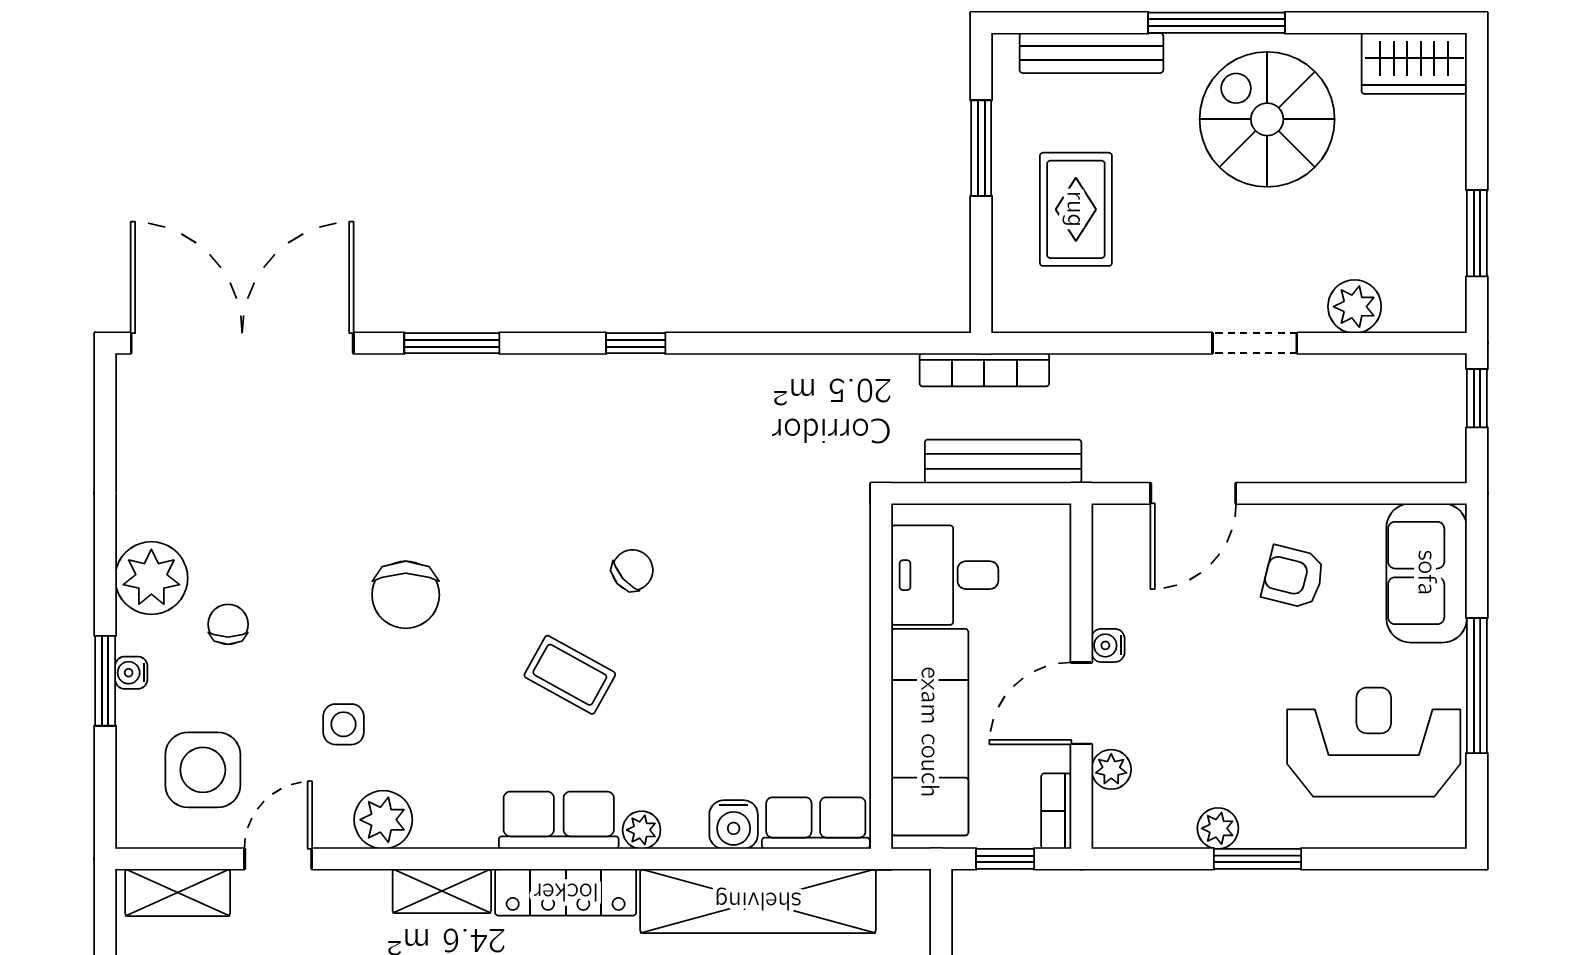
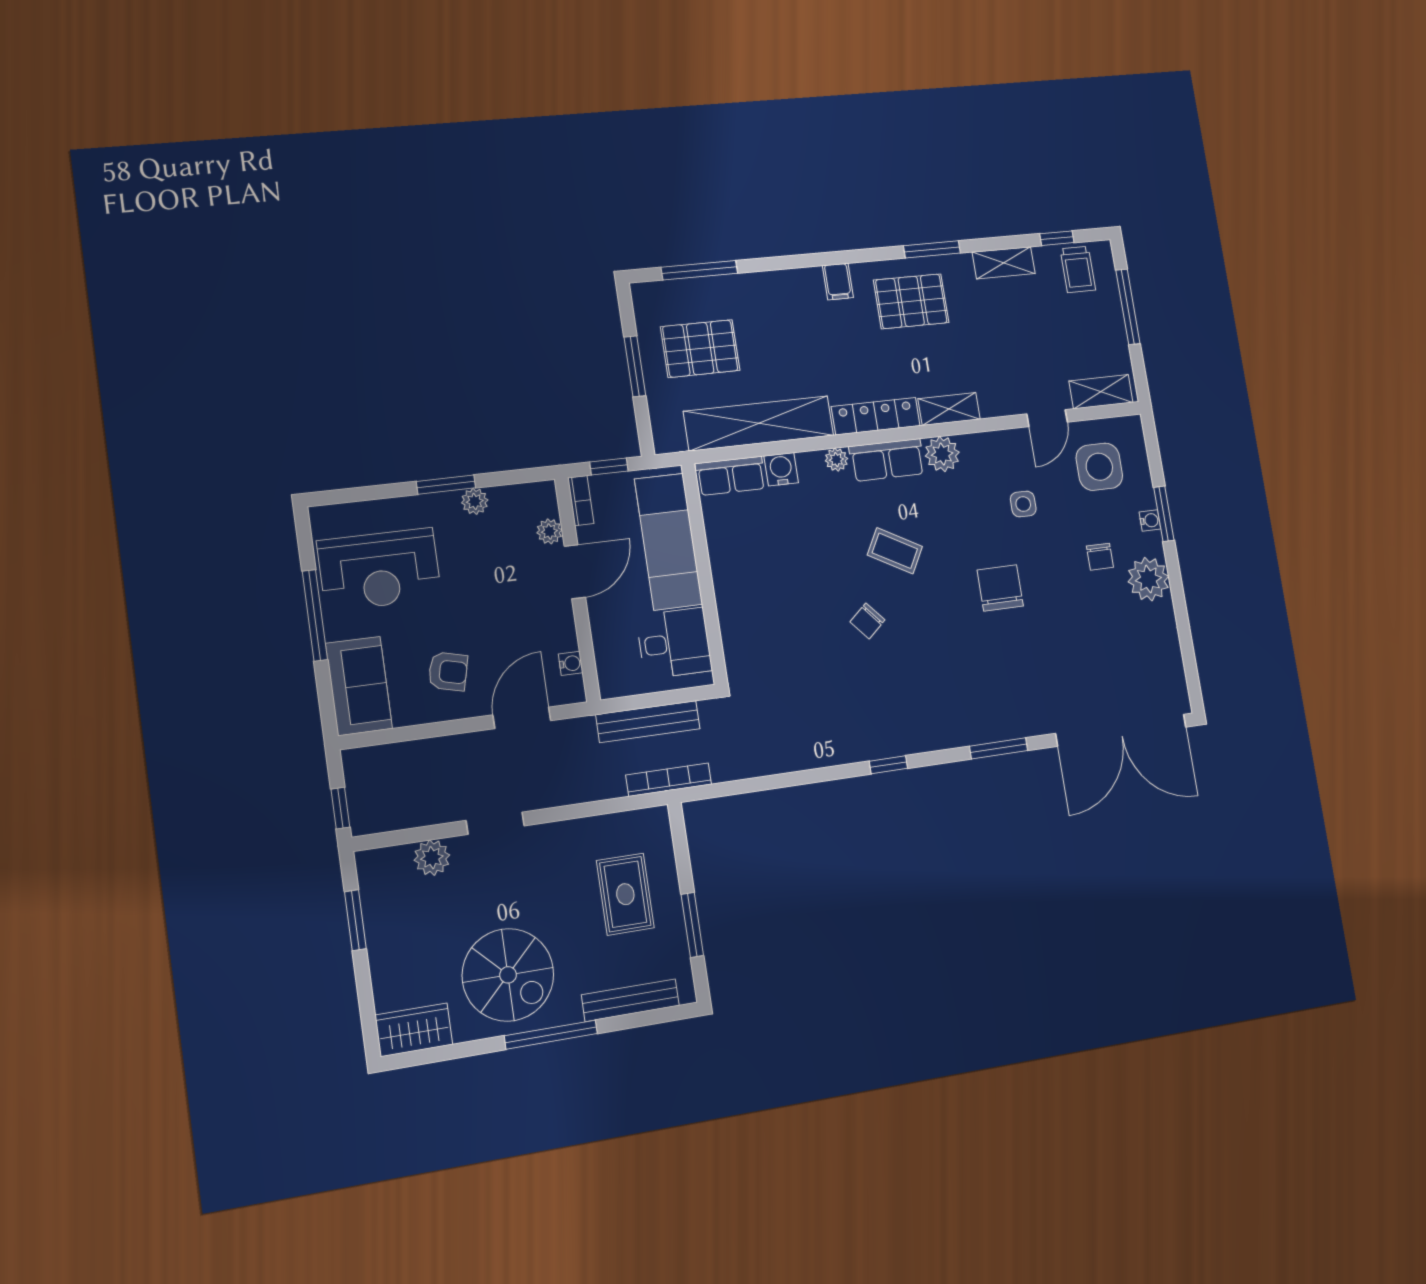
water cooler: (1108, 645) -> (571, 663), moved
plant: (383, 820) -> (942, 454), moved

